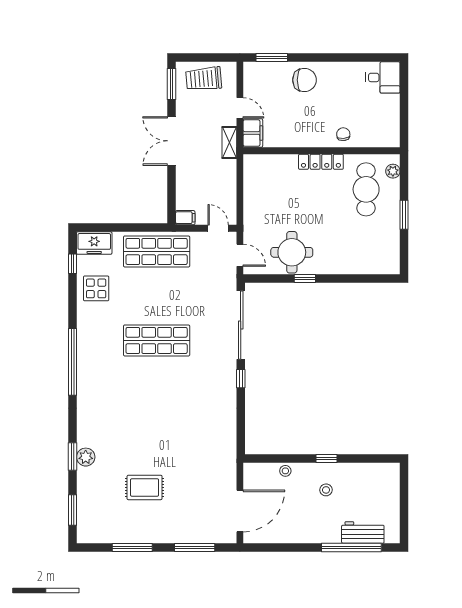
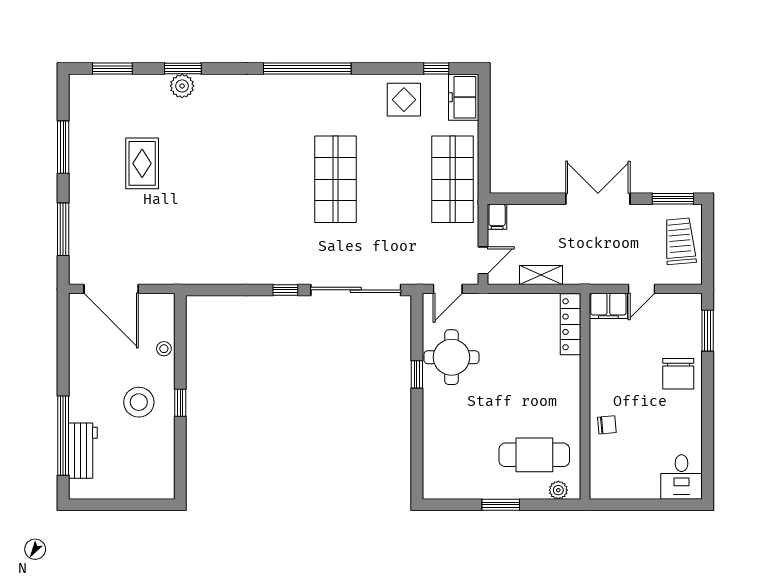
shelving: (229, 142) -> (541, 275), moved
locker: (321, 162) -> (571, 324), moved
stool: (326, 490) -> (139, 402), width x1.89, depth x1.89

